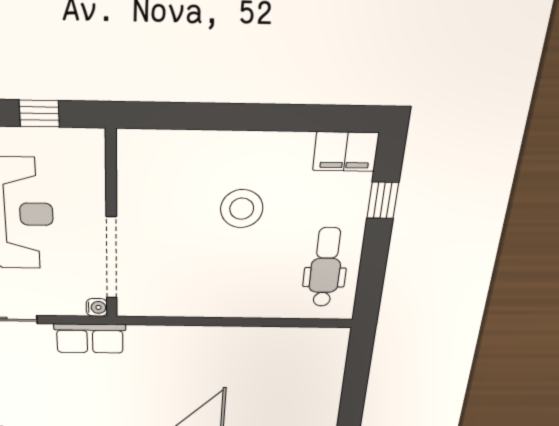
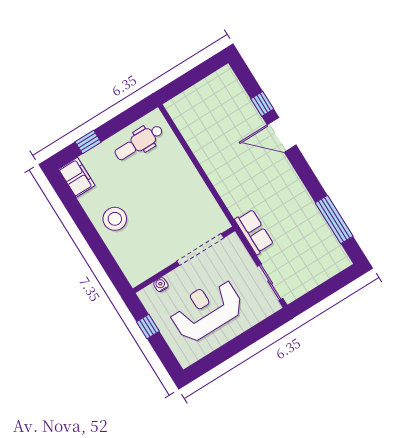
stool: (242, 209) -> (115, 219), moved
water cooler: (97, 307) -> (161, 285), moved

